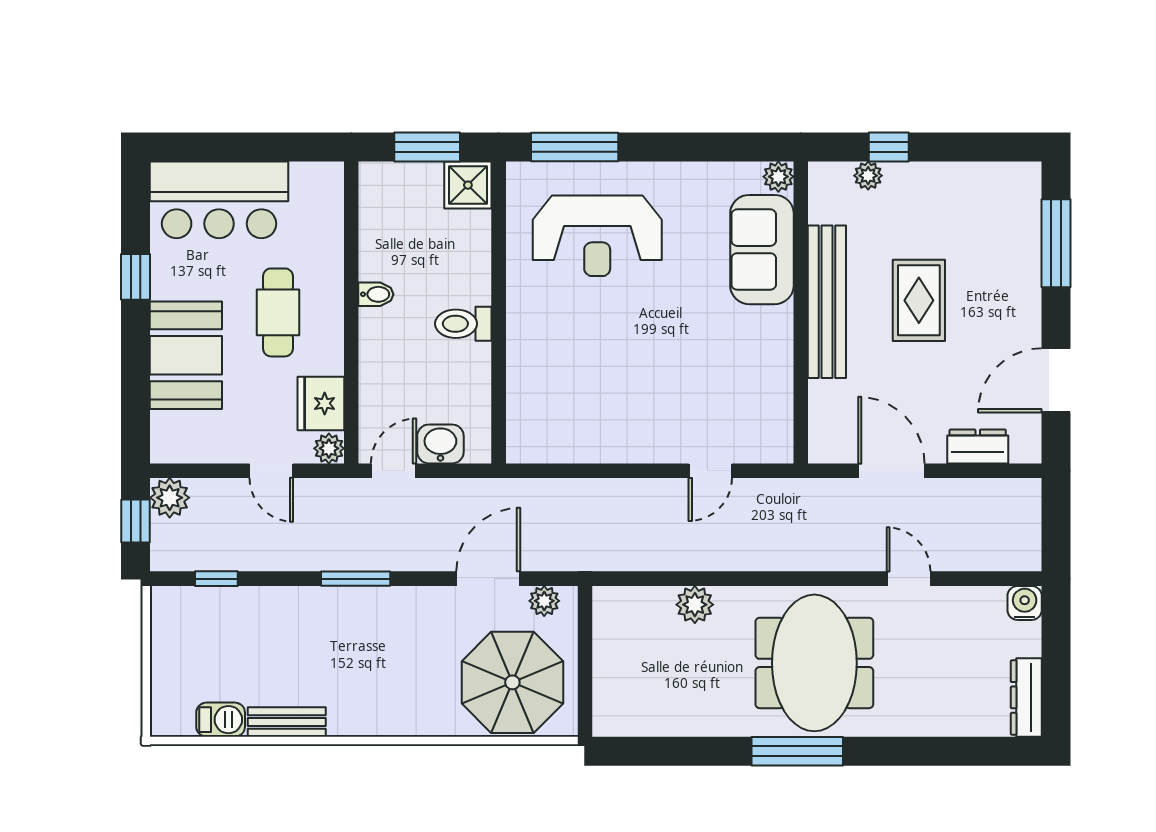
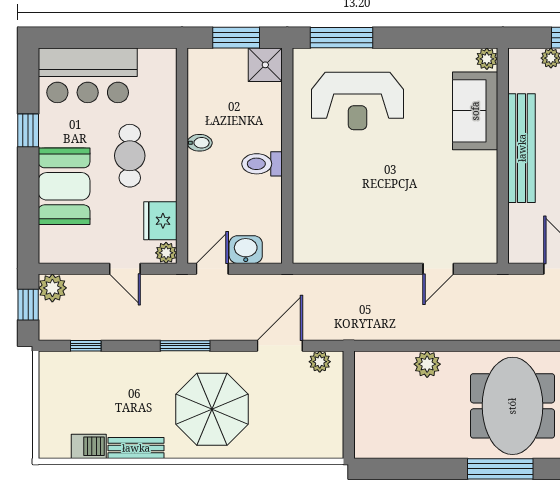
parasol: (512, 682) -> (212, 409), moved

